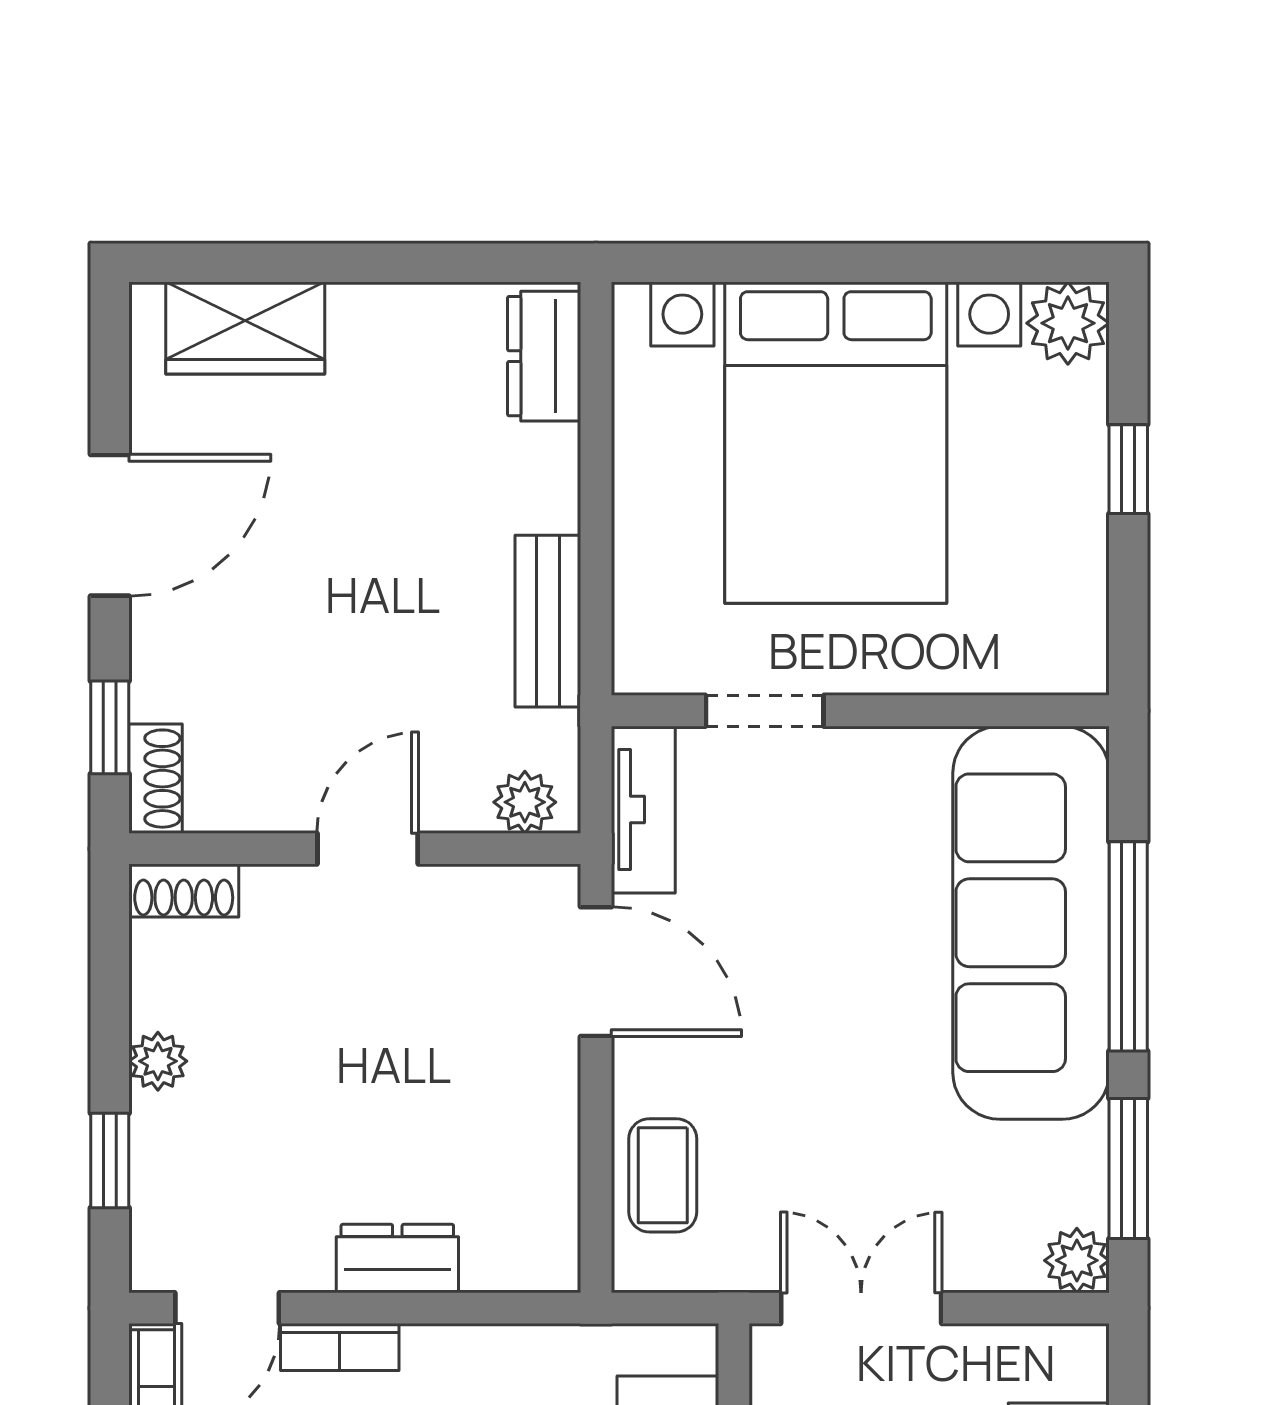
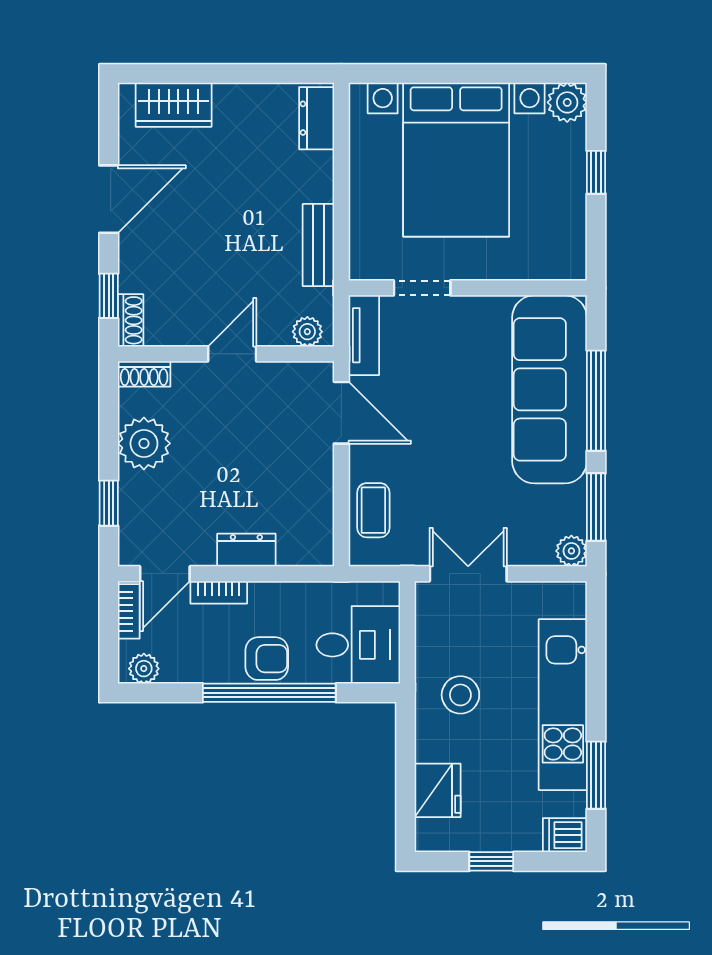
plant: (158, 1061) -> (144, 443), width x1.87, depth x1.87

